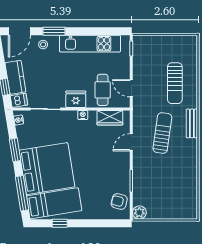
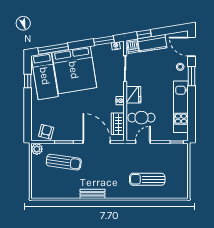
bench: (192, 123) -> (93, 194), moved
sun lounger: (162, 133) -> (64, 162), moved
door: (131, 142) -> (97, 142), width x1.87
window: (15, 150) -> (104, 41), moved

